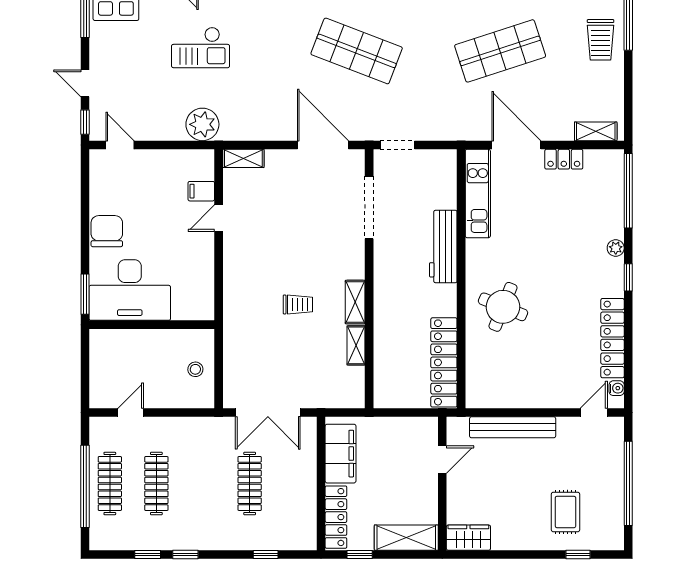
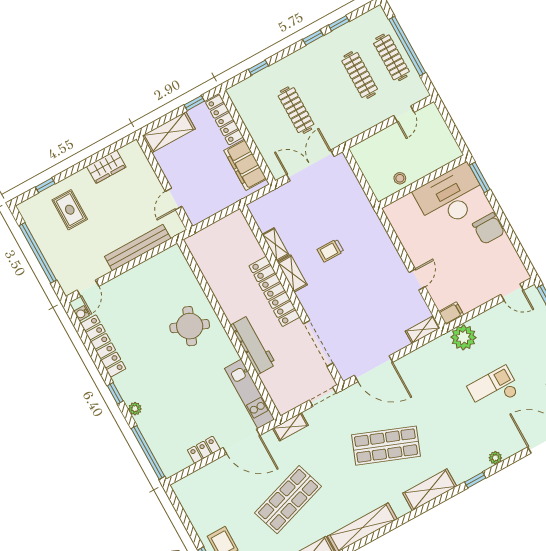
shelving: (596, 131) -> (290, 427), moved
filing cabinet: (201, 191) -> (451, 313), moved
locker: (444, 362) -> (274, 291), moved, turned 180
stool: (195, 369) -> (400, 178), moved
wardrobe: (468, 538) -> (106, 167), moved

